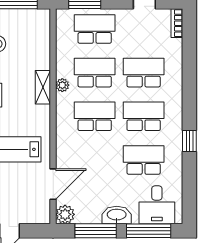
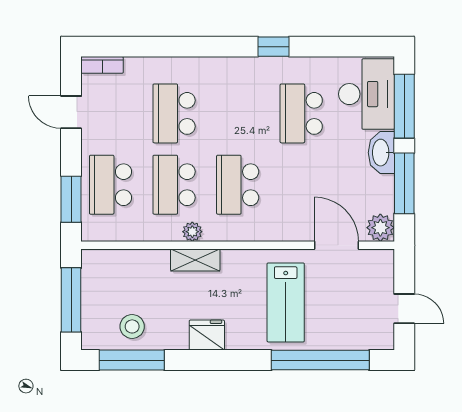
school desk: (144, 116) -> (238, 113), removed
desk: (157, 205) -> (367, 94), width x1.37

